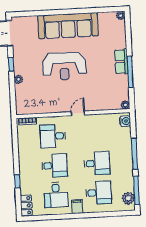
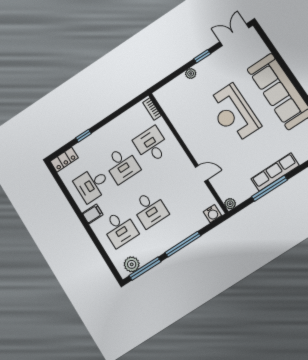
row of seats: (121, 62) -> (275, 172), width x1.48
door: (78, 113) -> (201, 173), moved

